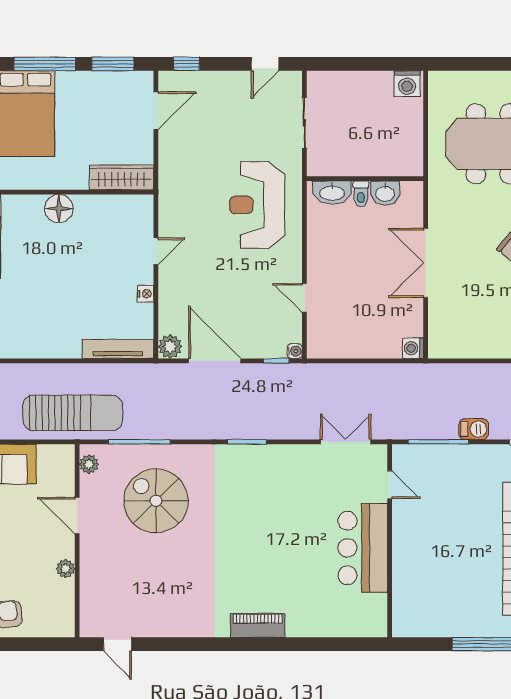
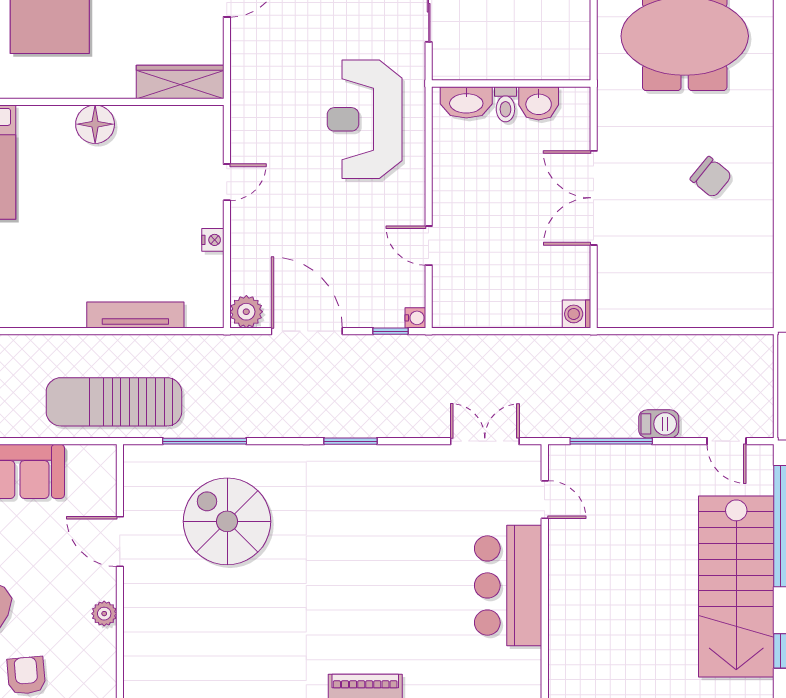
tv unit: (118, 349) -> (135, 315), moved
sun lounger: (73, 413) -> (114, 402), turned 180
plant: (89, 464) -> (136, 472), removed

